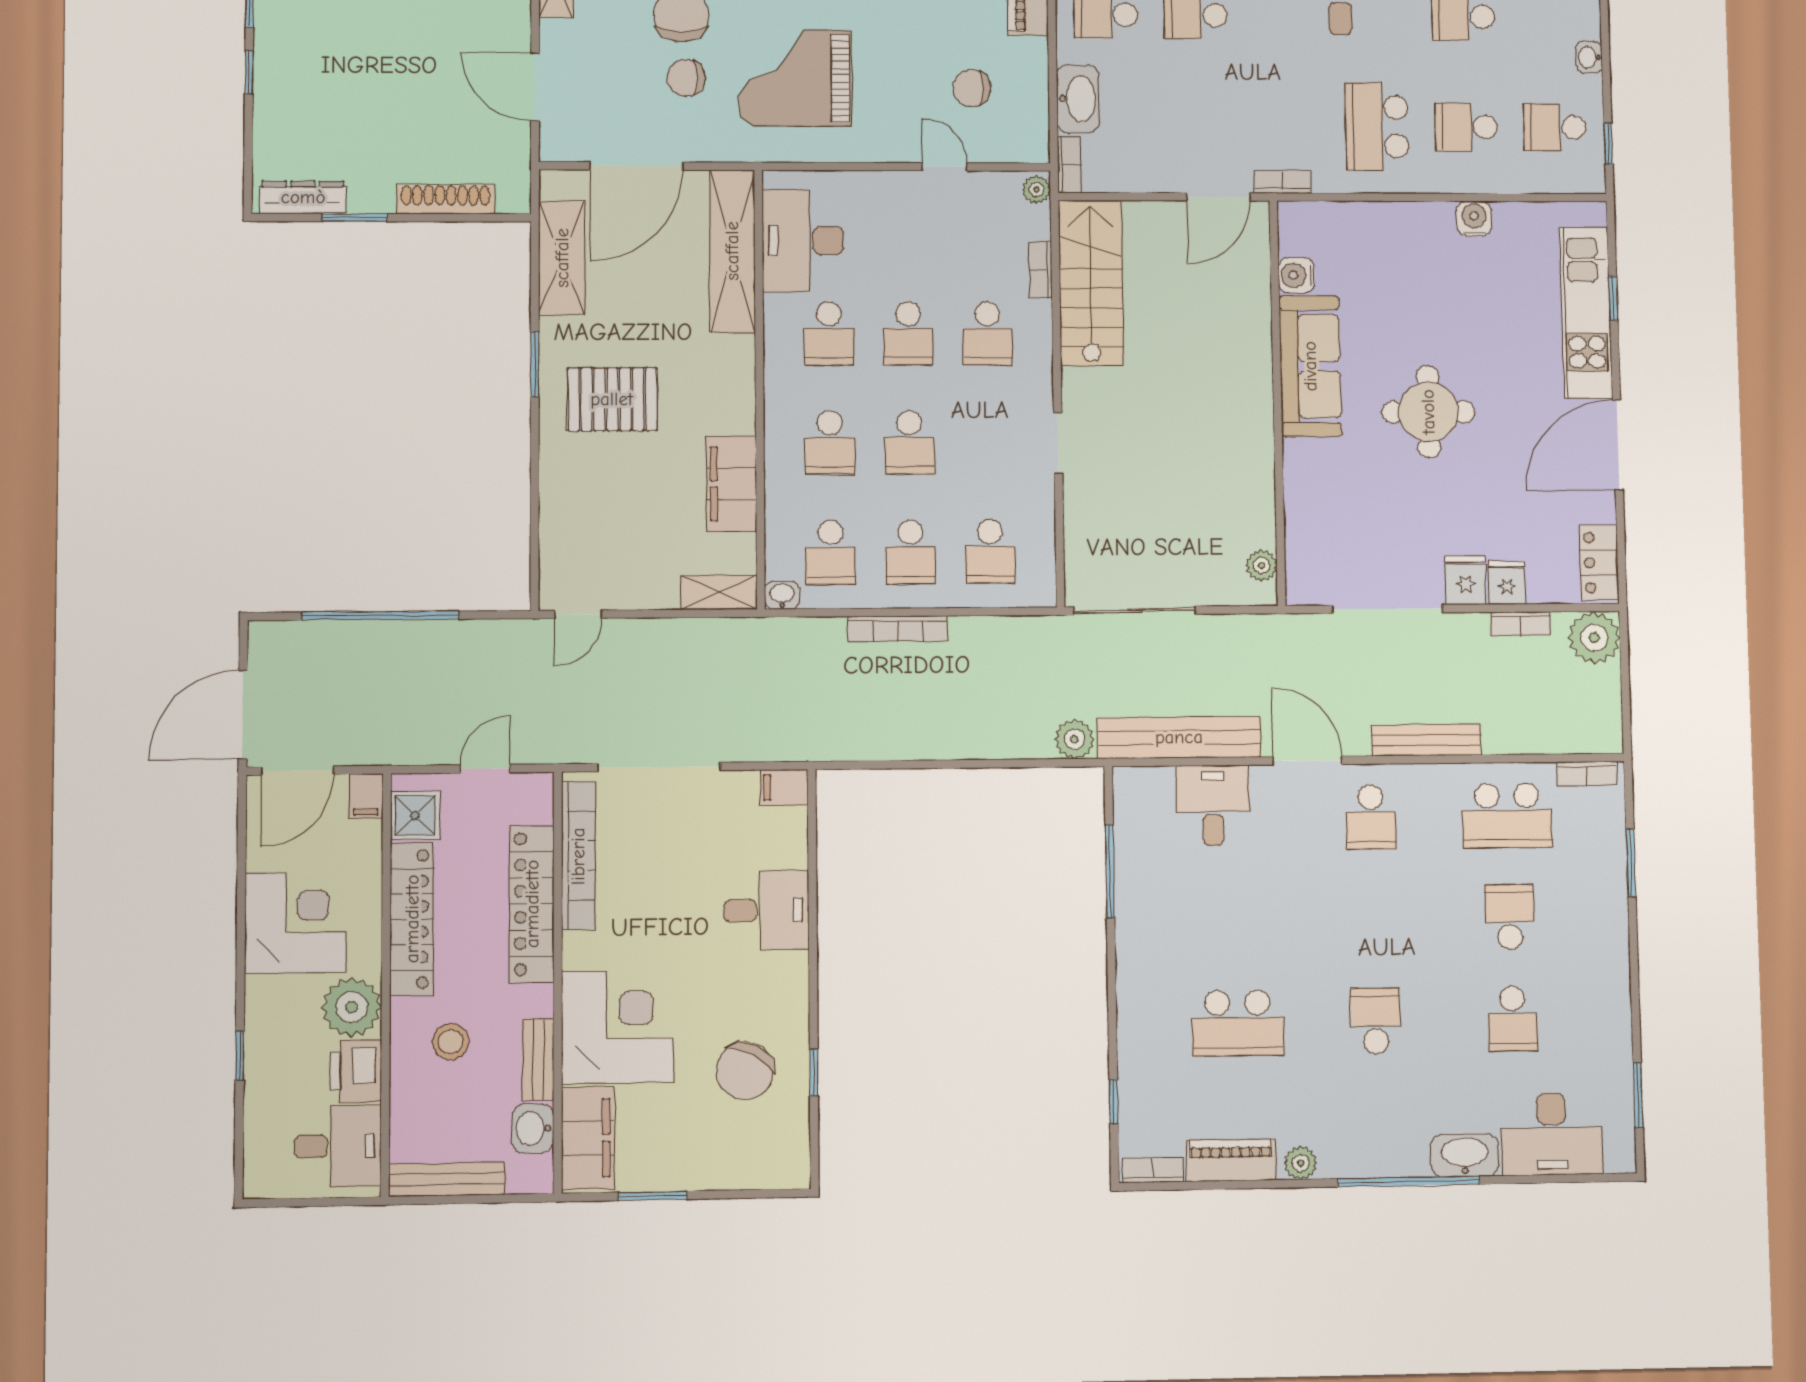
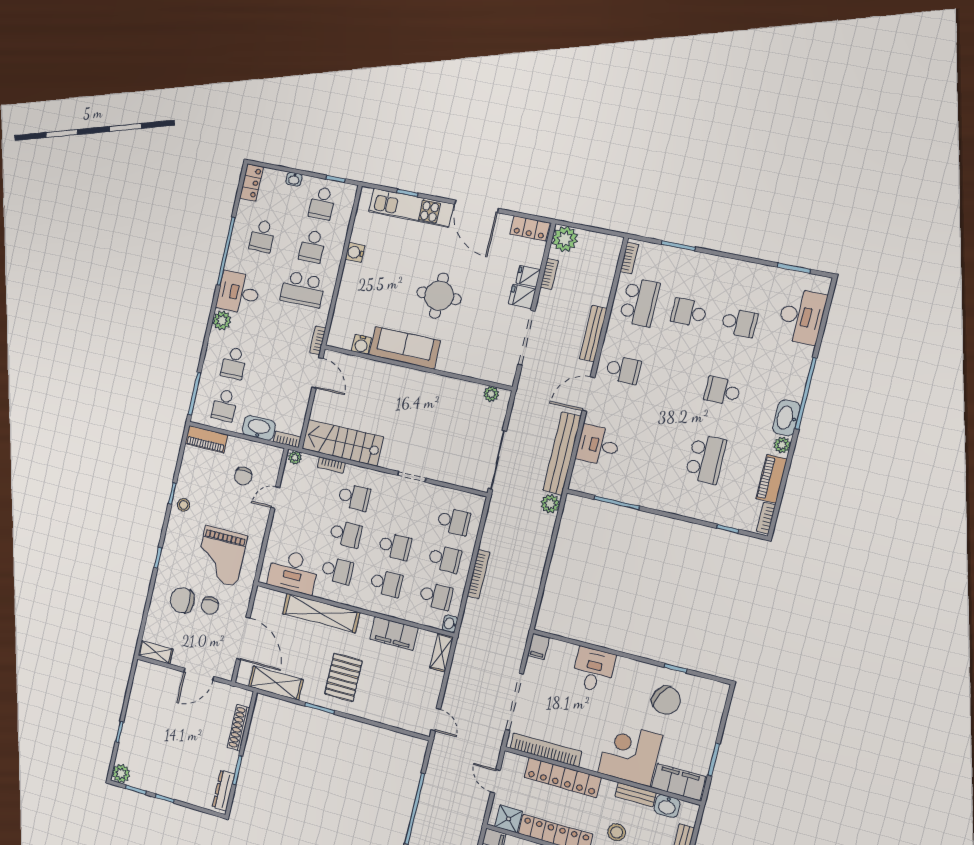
shelving: (732, 251) -> (321, 613), moved
washbasin: (1465, 1155) -> (786, 418), moved

